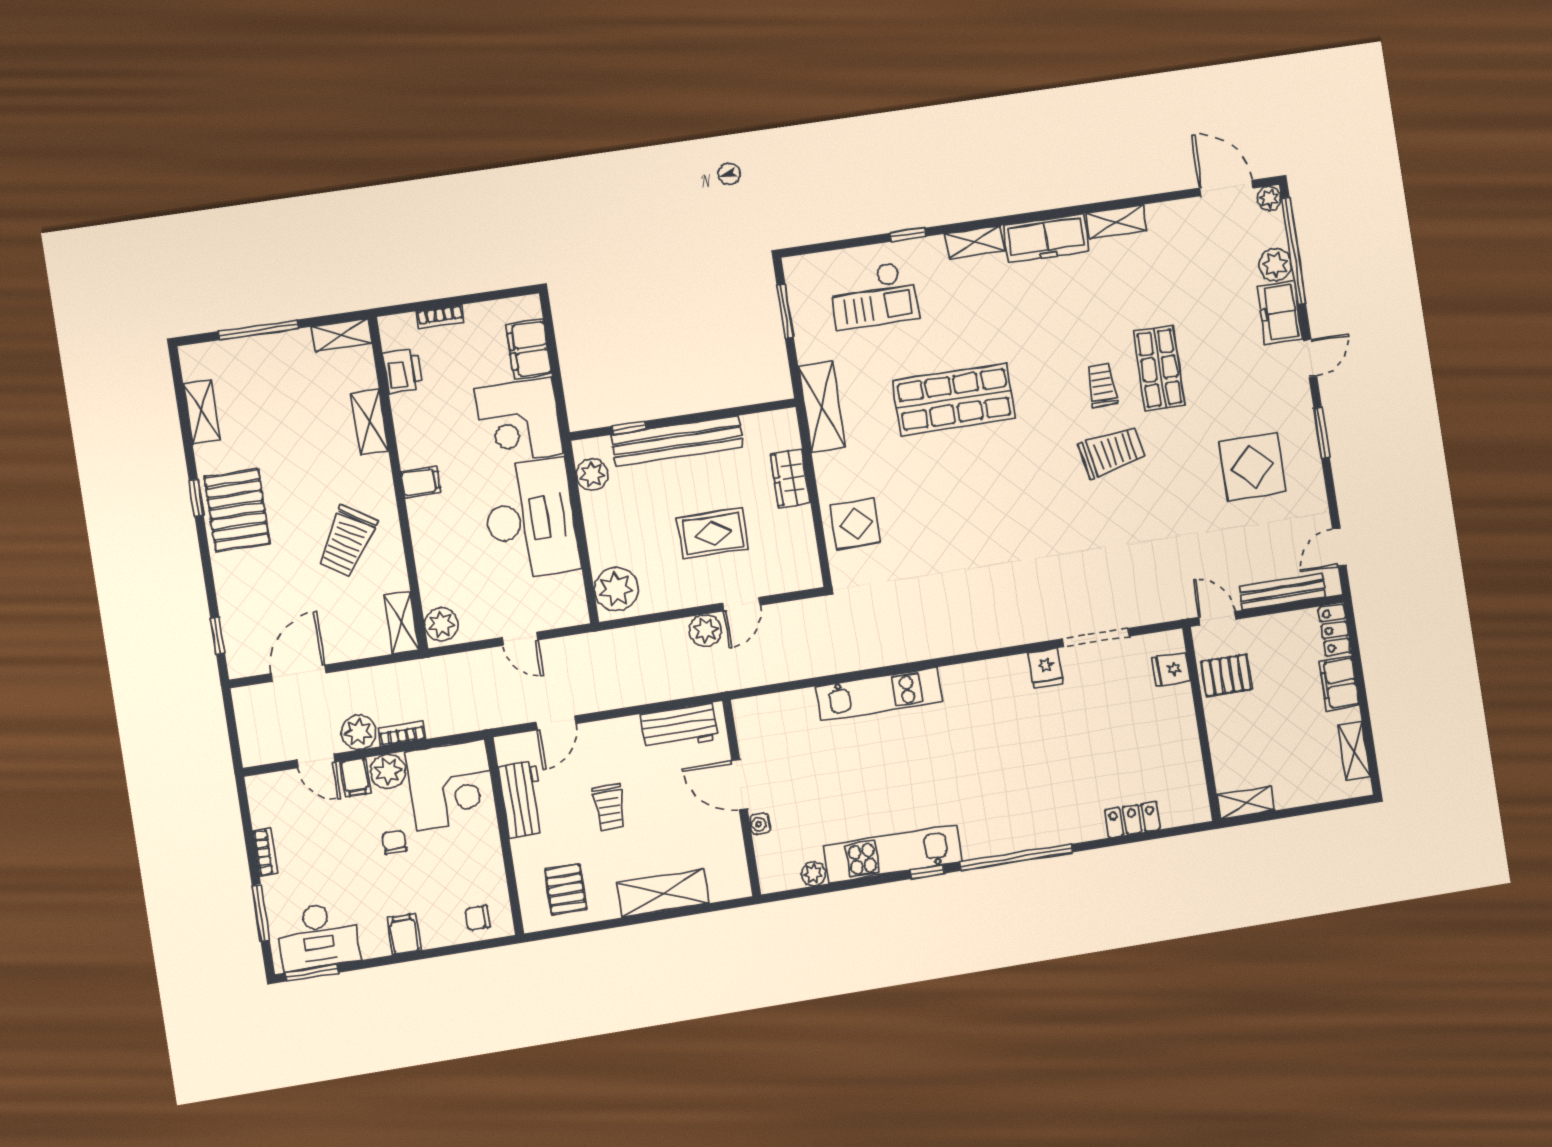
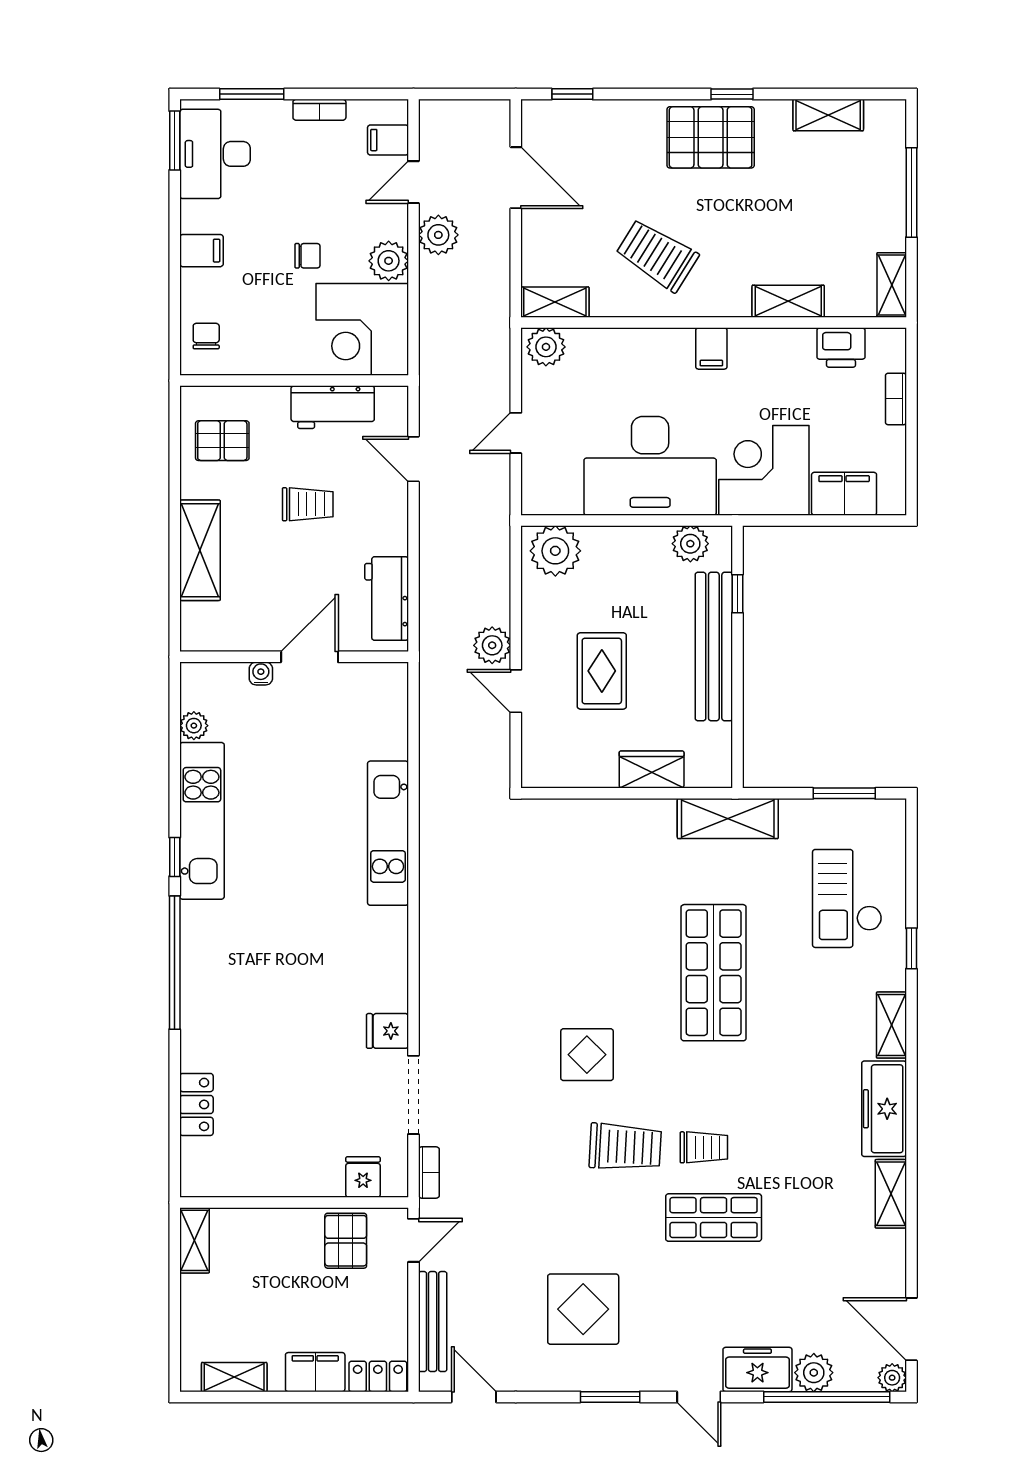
door: (1226, 188) -> (911, 1329), swing flipped
trolley: (1112, 452) -> (625, 1147), turned -76
display table: (856, 524) -> (587, 1055), moved
bookcase: (402, 734) -> (429, 1172), moved
filing cabinet: (355, 777) -> (388, 140), moved
trolley: (609, 807) -> (308, 504), turned 180

